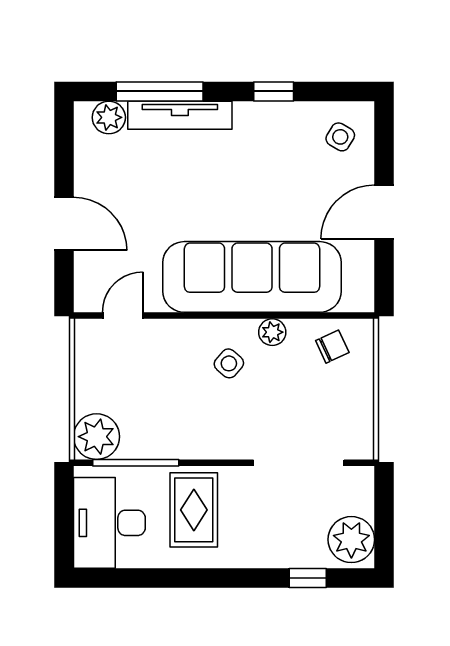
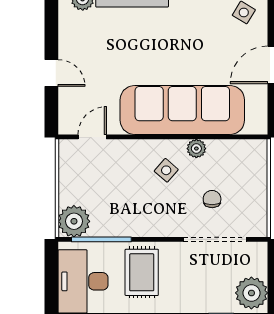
door: (64, 224) -> (51, 73), width x0.73
chair: (332, 347) -> (212, 199), moved, turned -65

